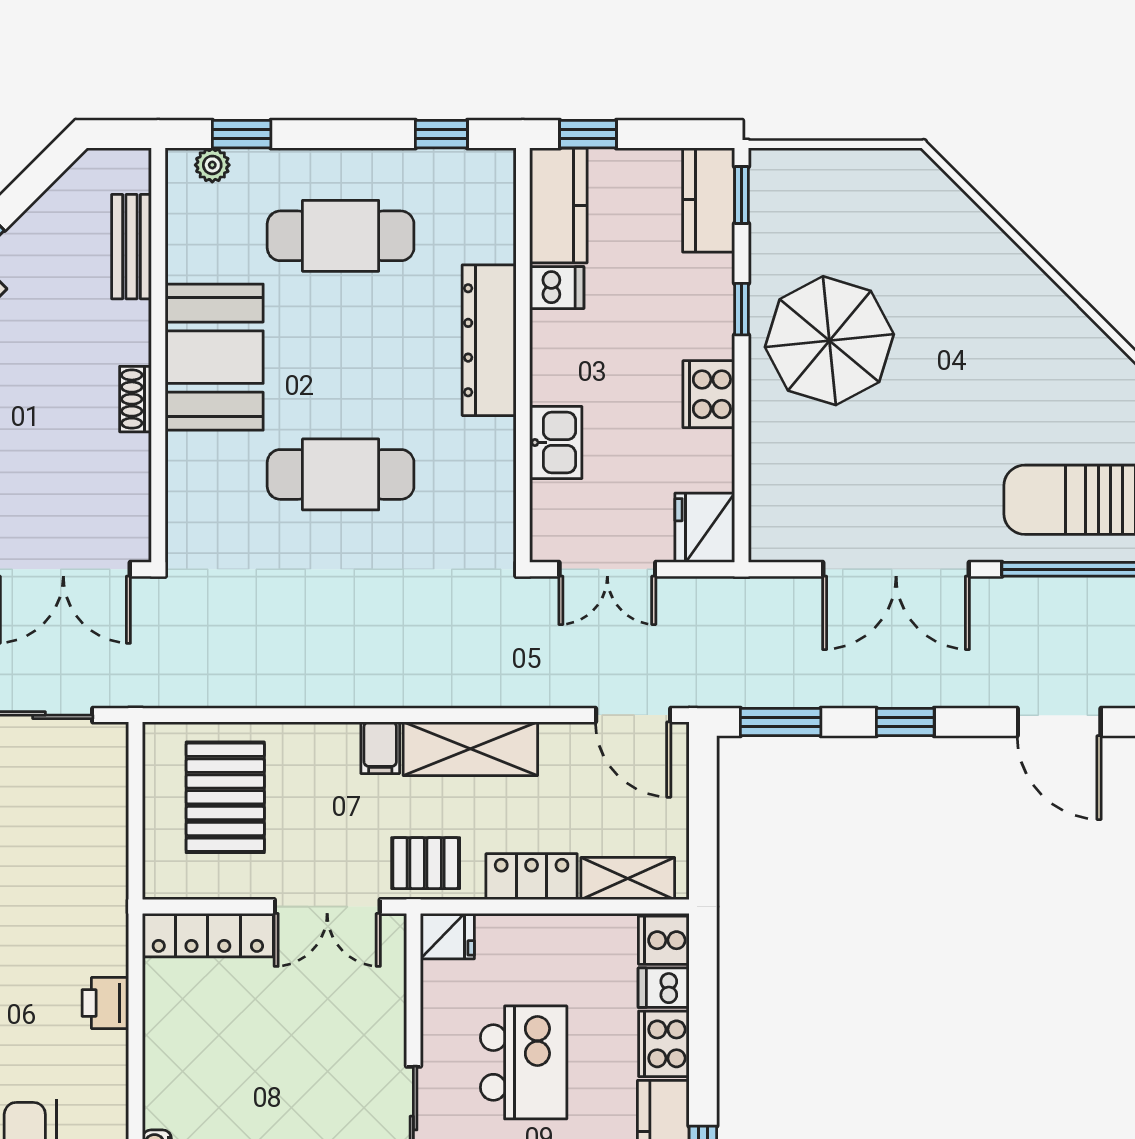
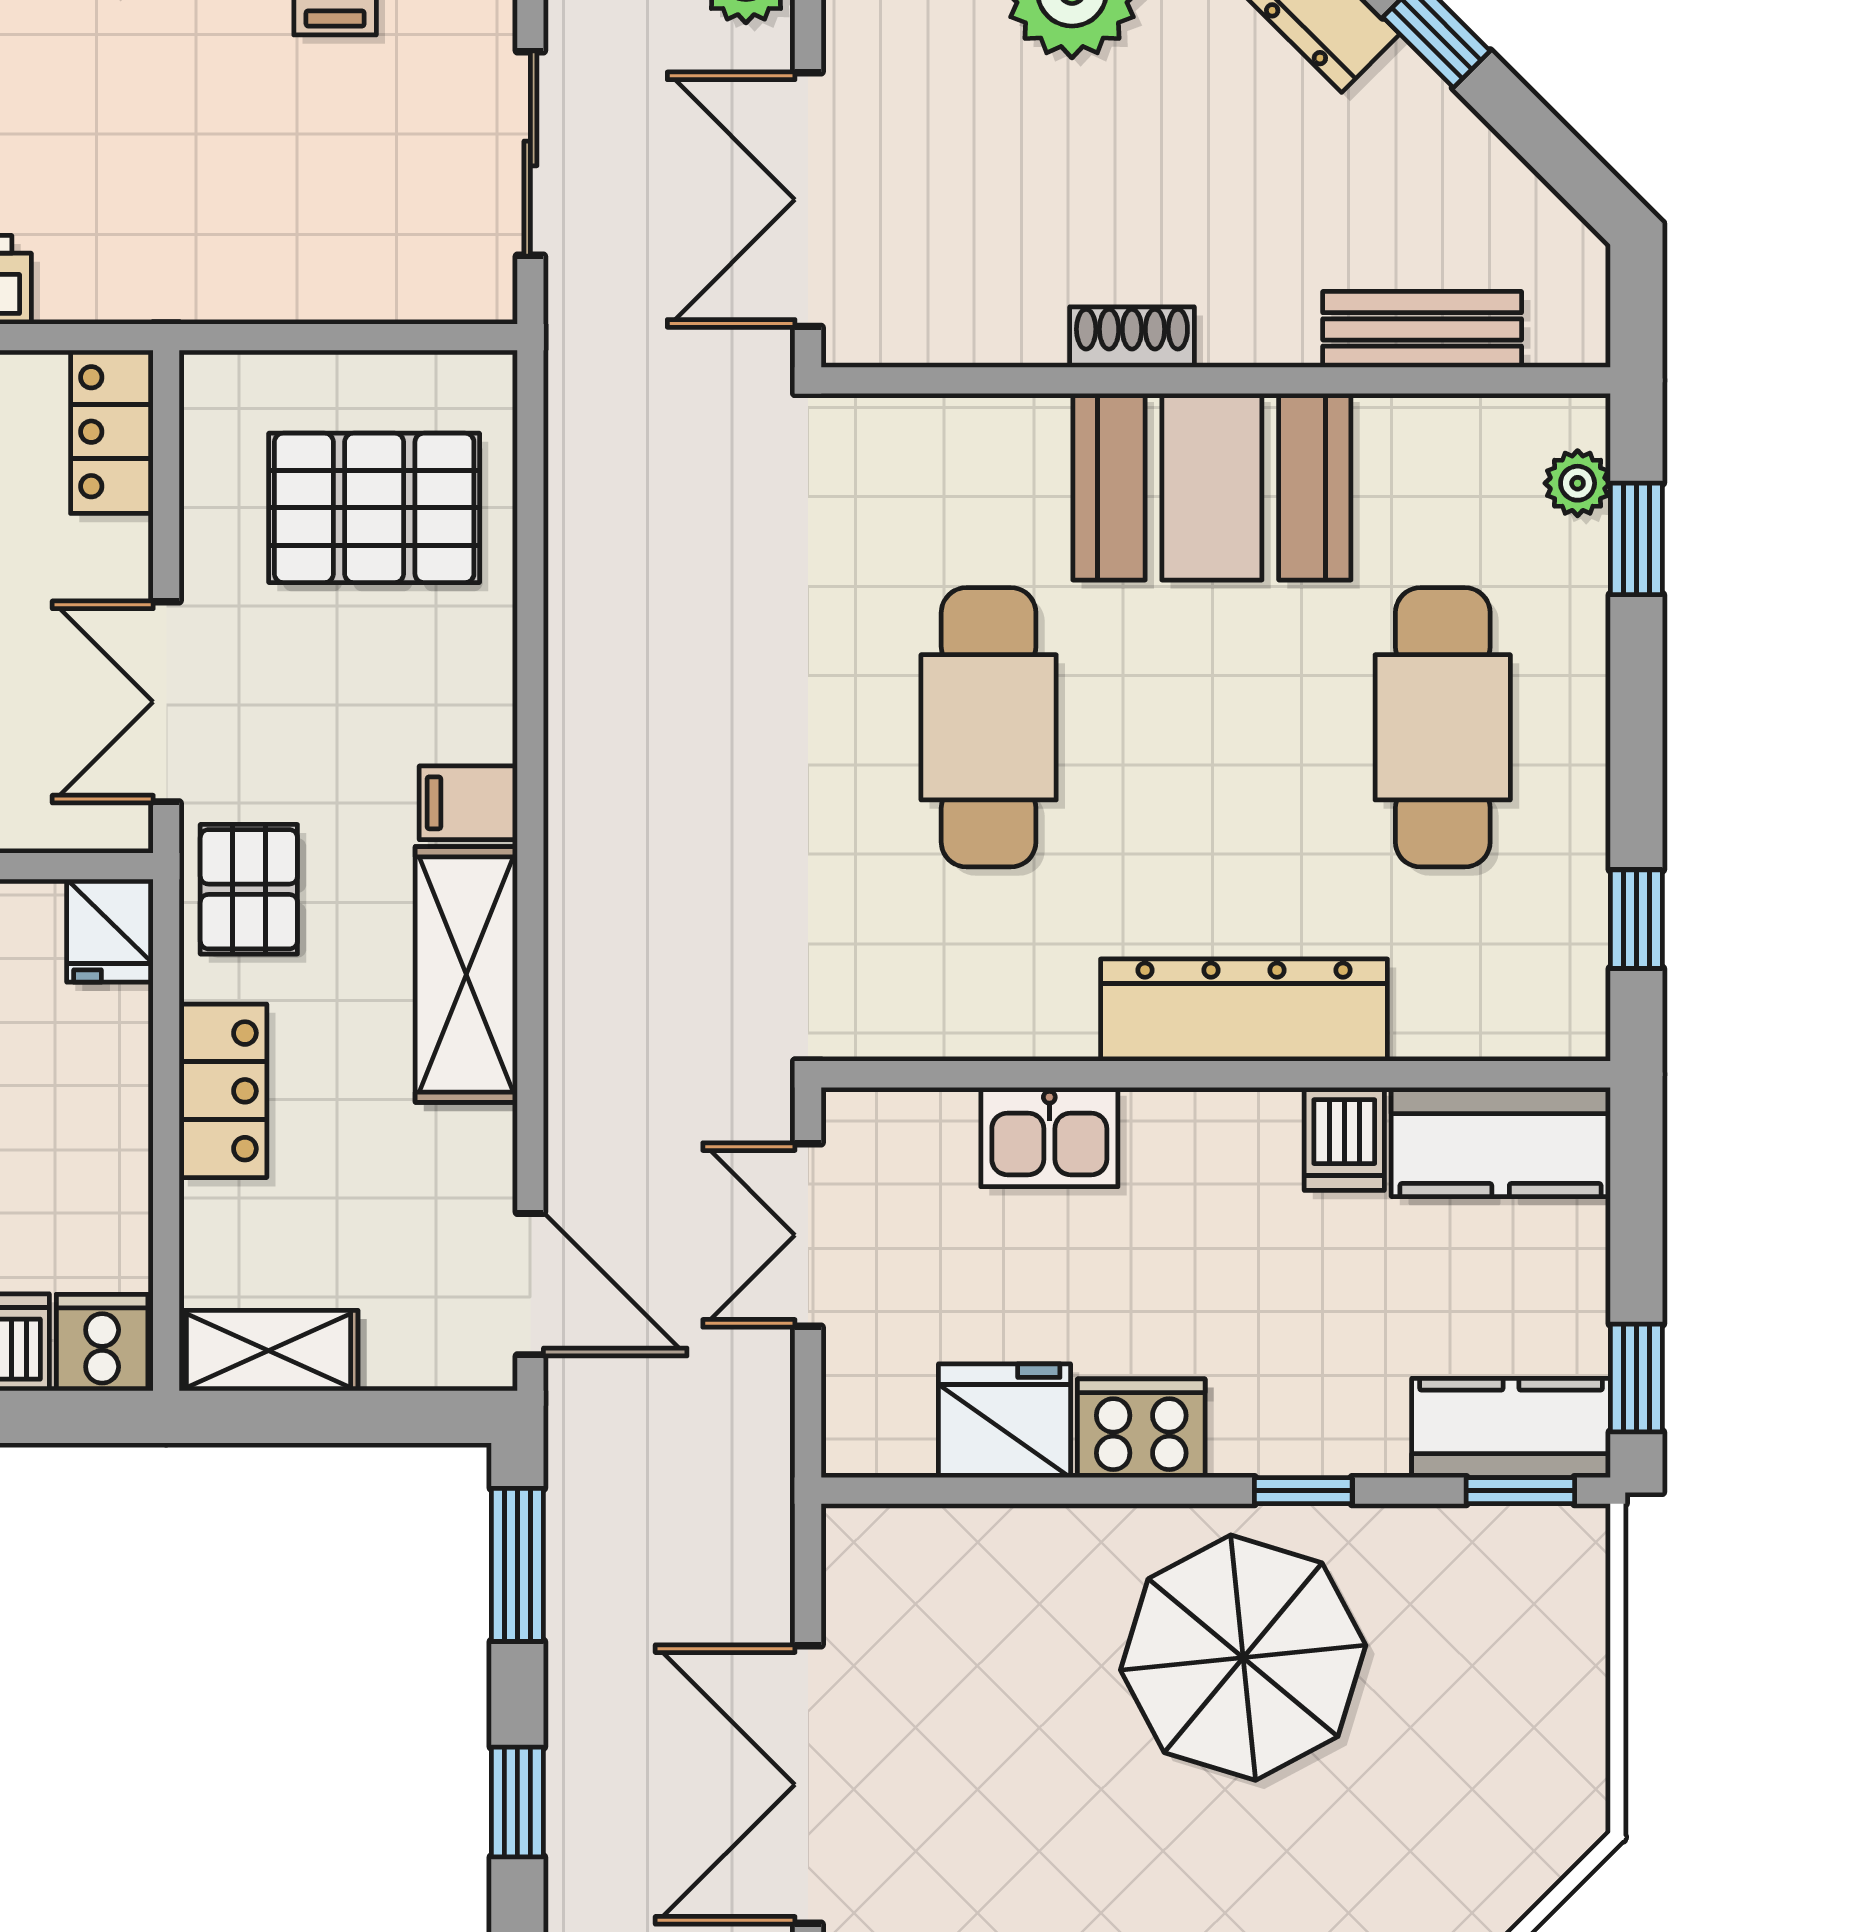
window: (588, 134) -> (1636, 1378), moved
fridge: (705, 528) -> (1004, 1421), moved
door: (633, 715) -> (530, 1284), swing flipped
shelving: (628, 879) -> (269, 1351), moved, turned 90
locker: (208, 935) -> (112, 432), width x0.66

